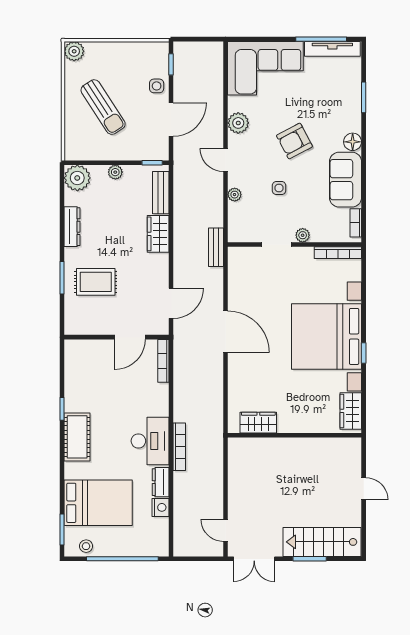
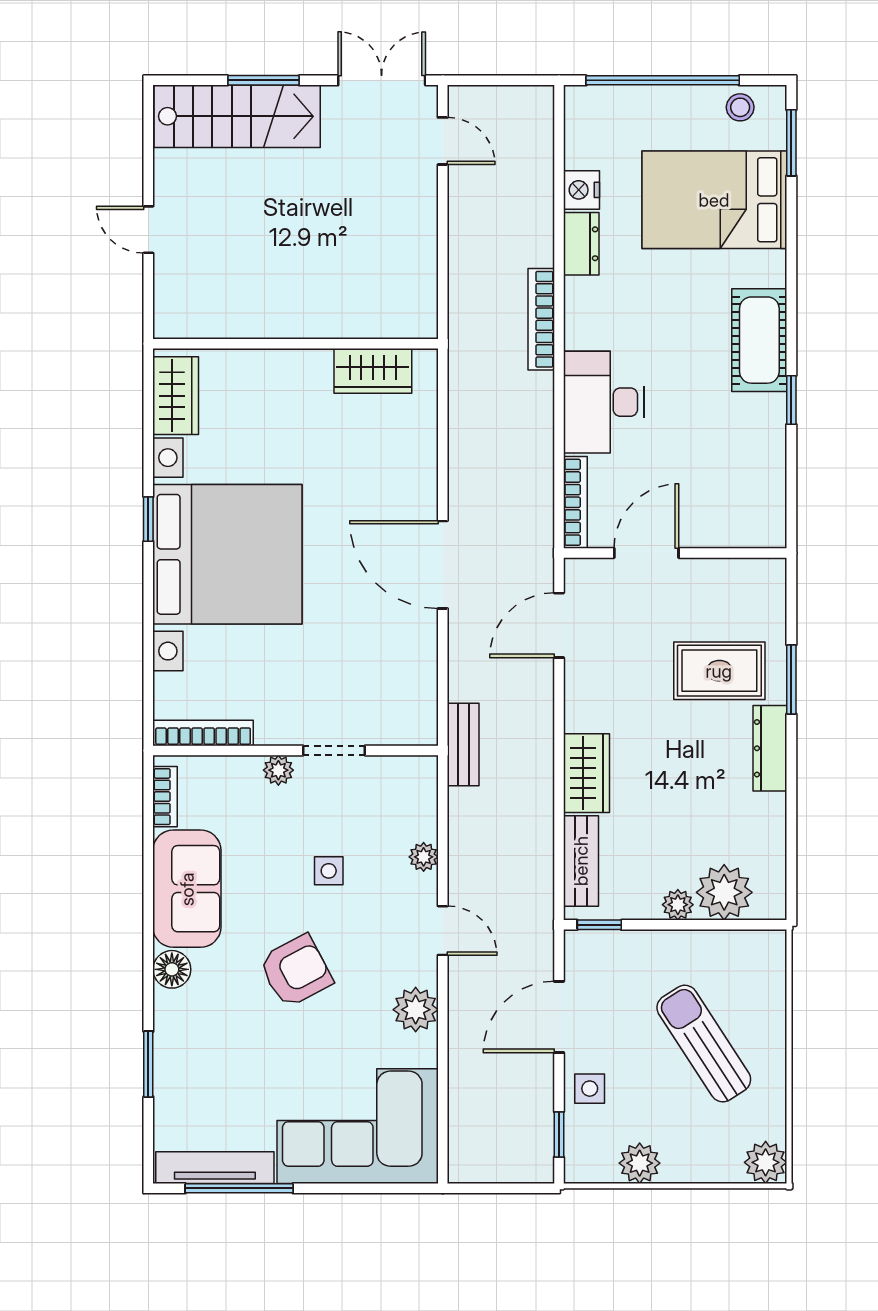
plant: (133, 51) -> (640, 1163), added
plant: (77, 178) -> (724, 892), moved
dresser: (72, 227) -> (770, 748), moved
desk: (150, 441) -> (604, 402), moved

